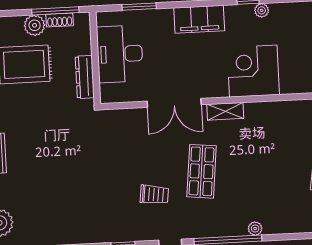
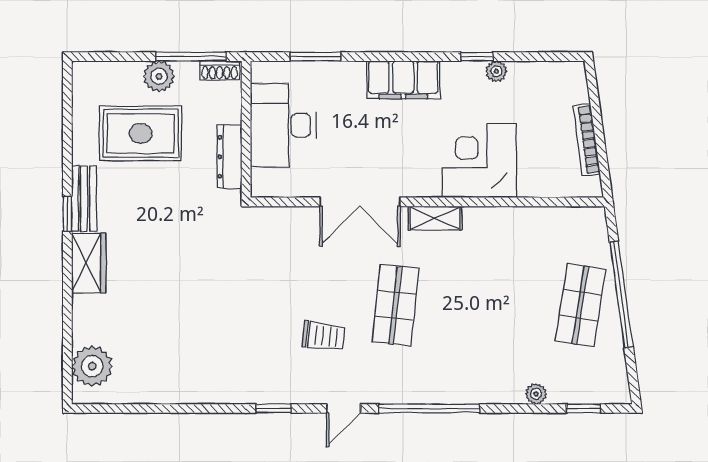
shoe rack: (60, 20) -> (220, 70), moved
plant: (255, 229) -> (536, 394), moved

